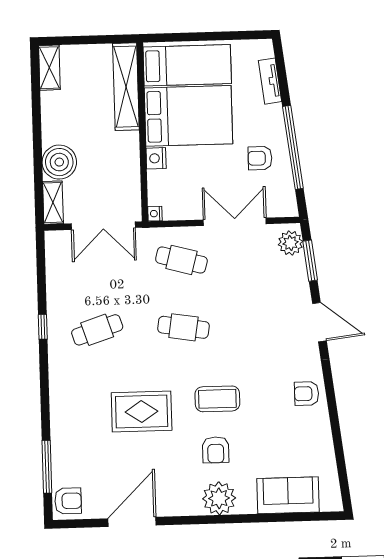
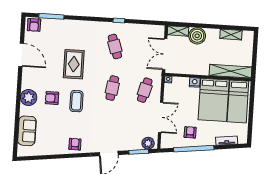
shelving: (49, 68) -> (231, 35), moved

